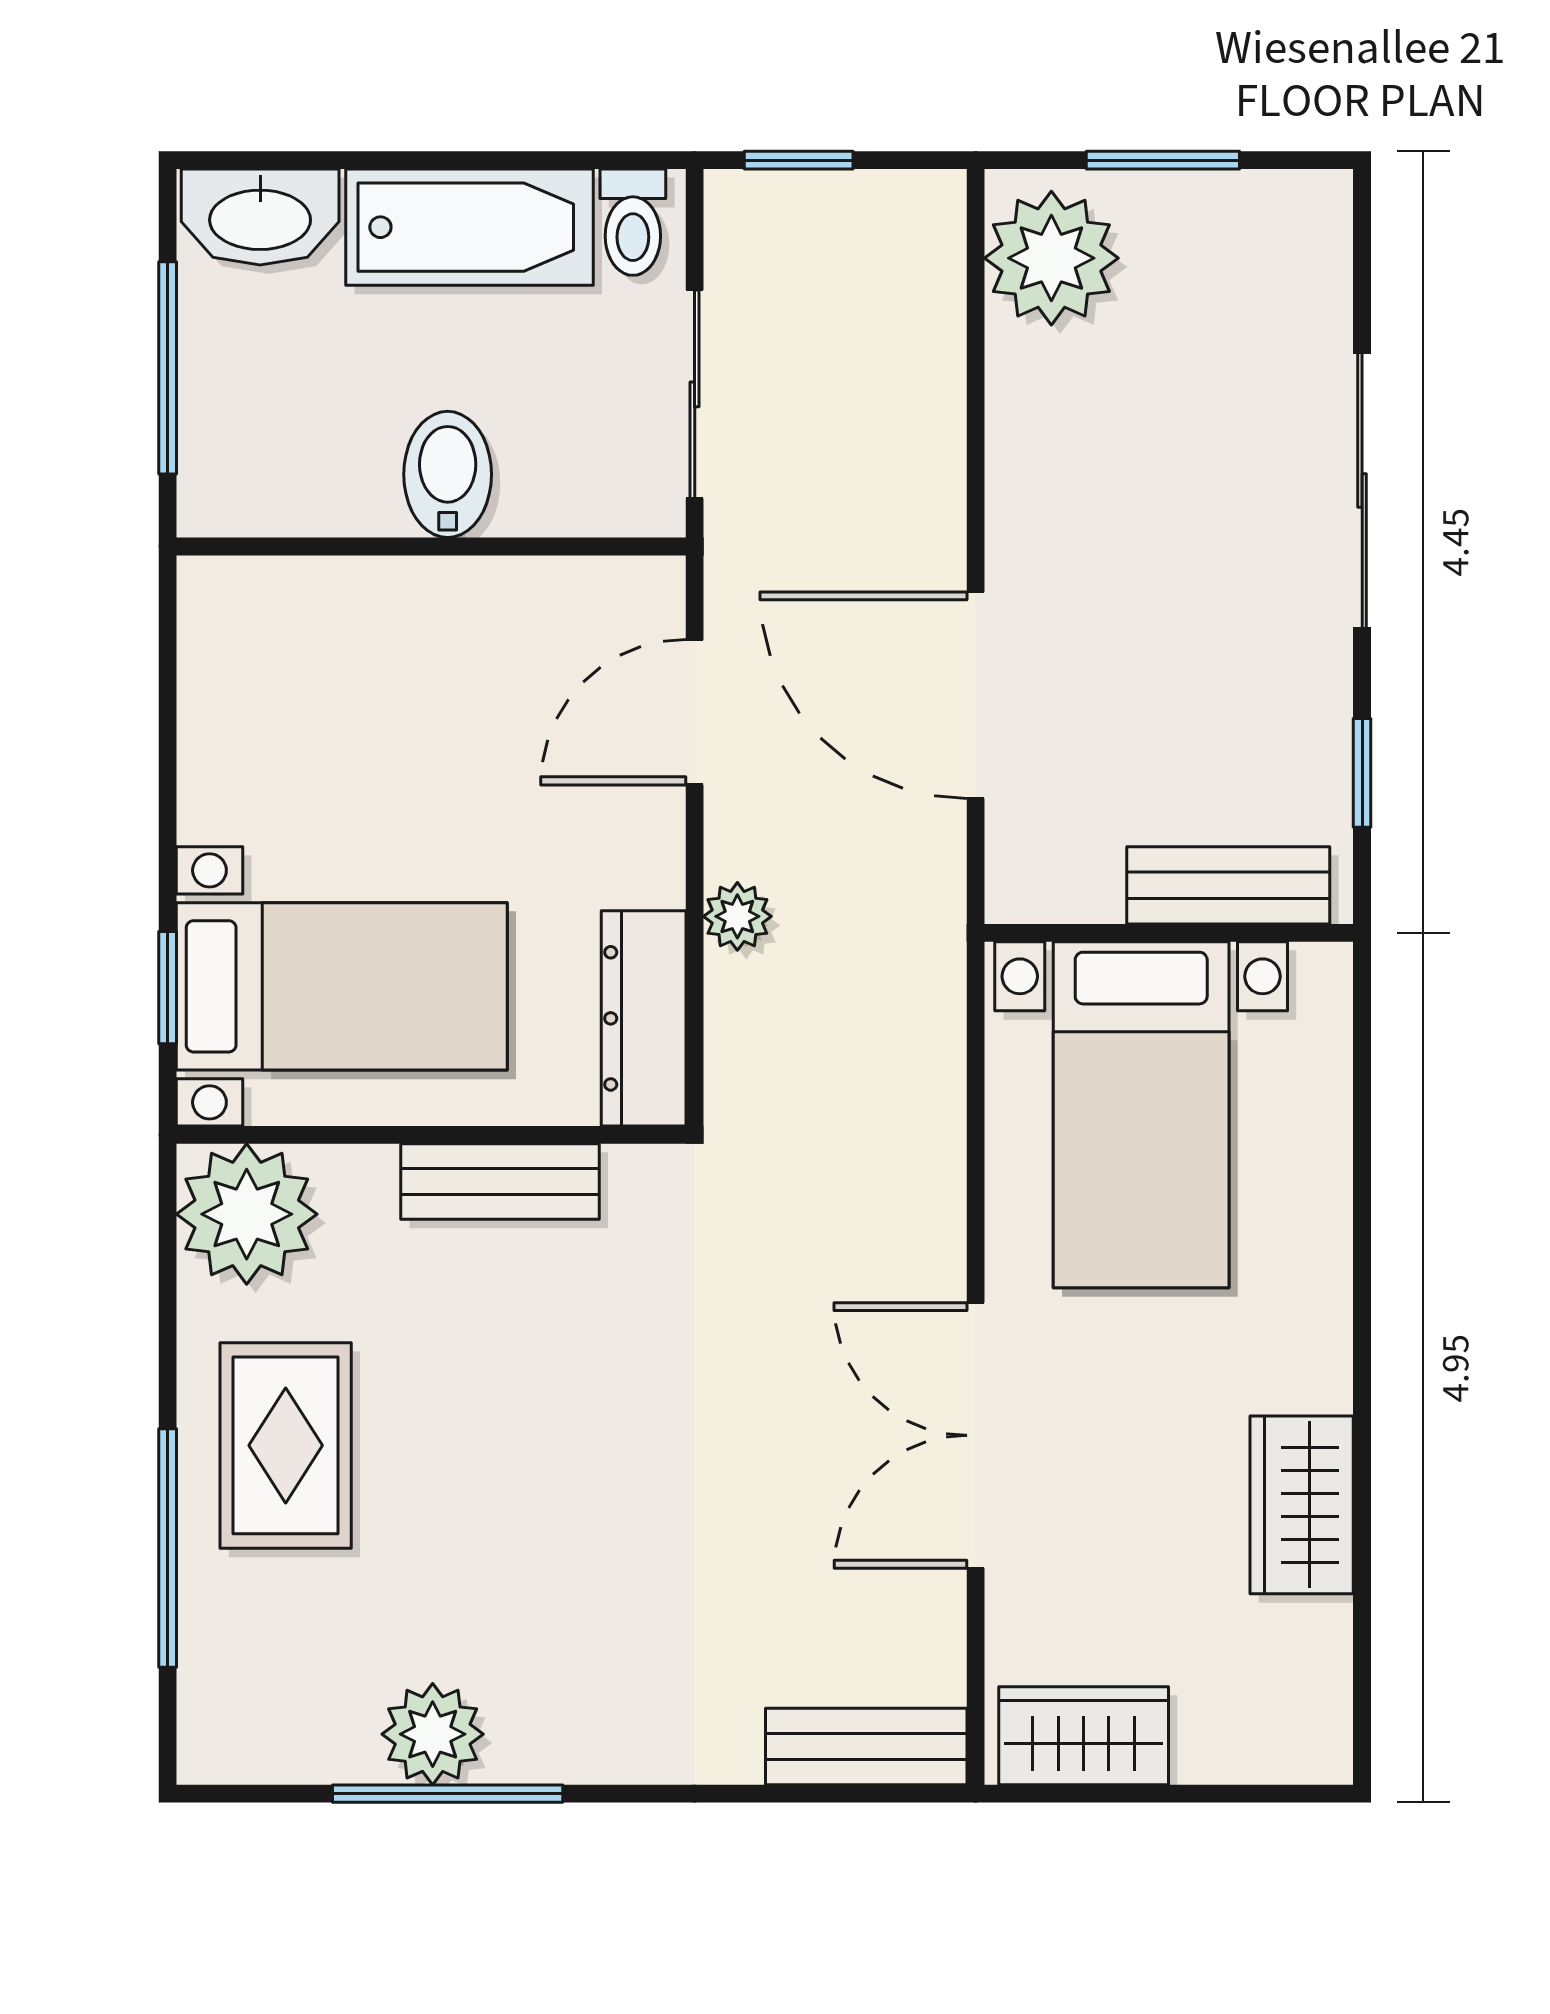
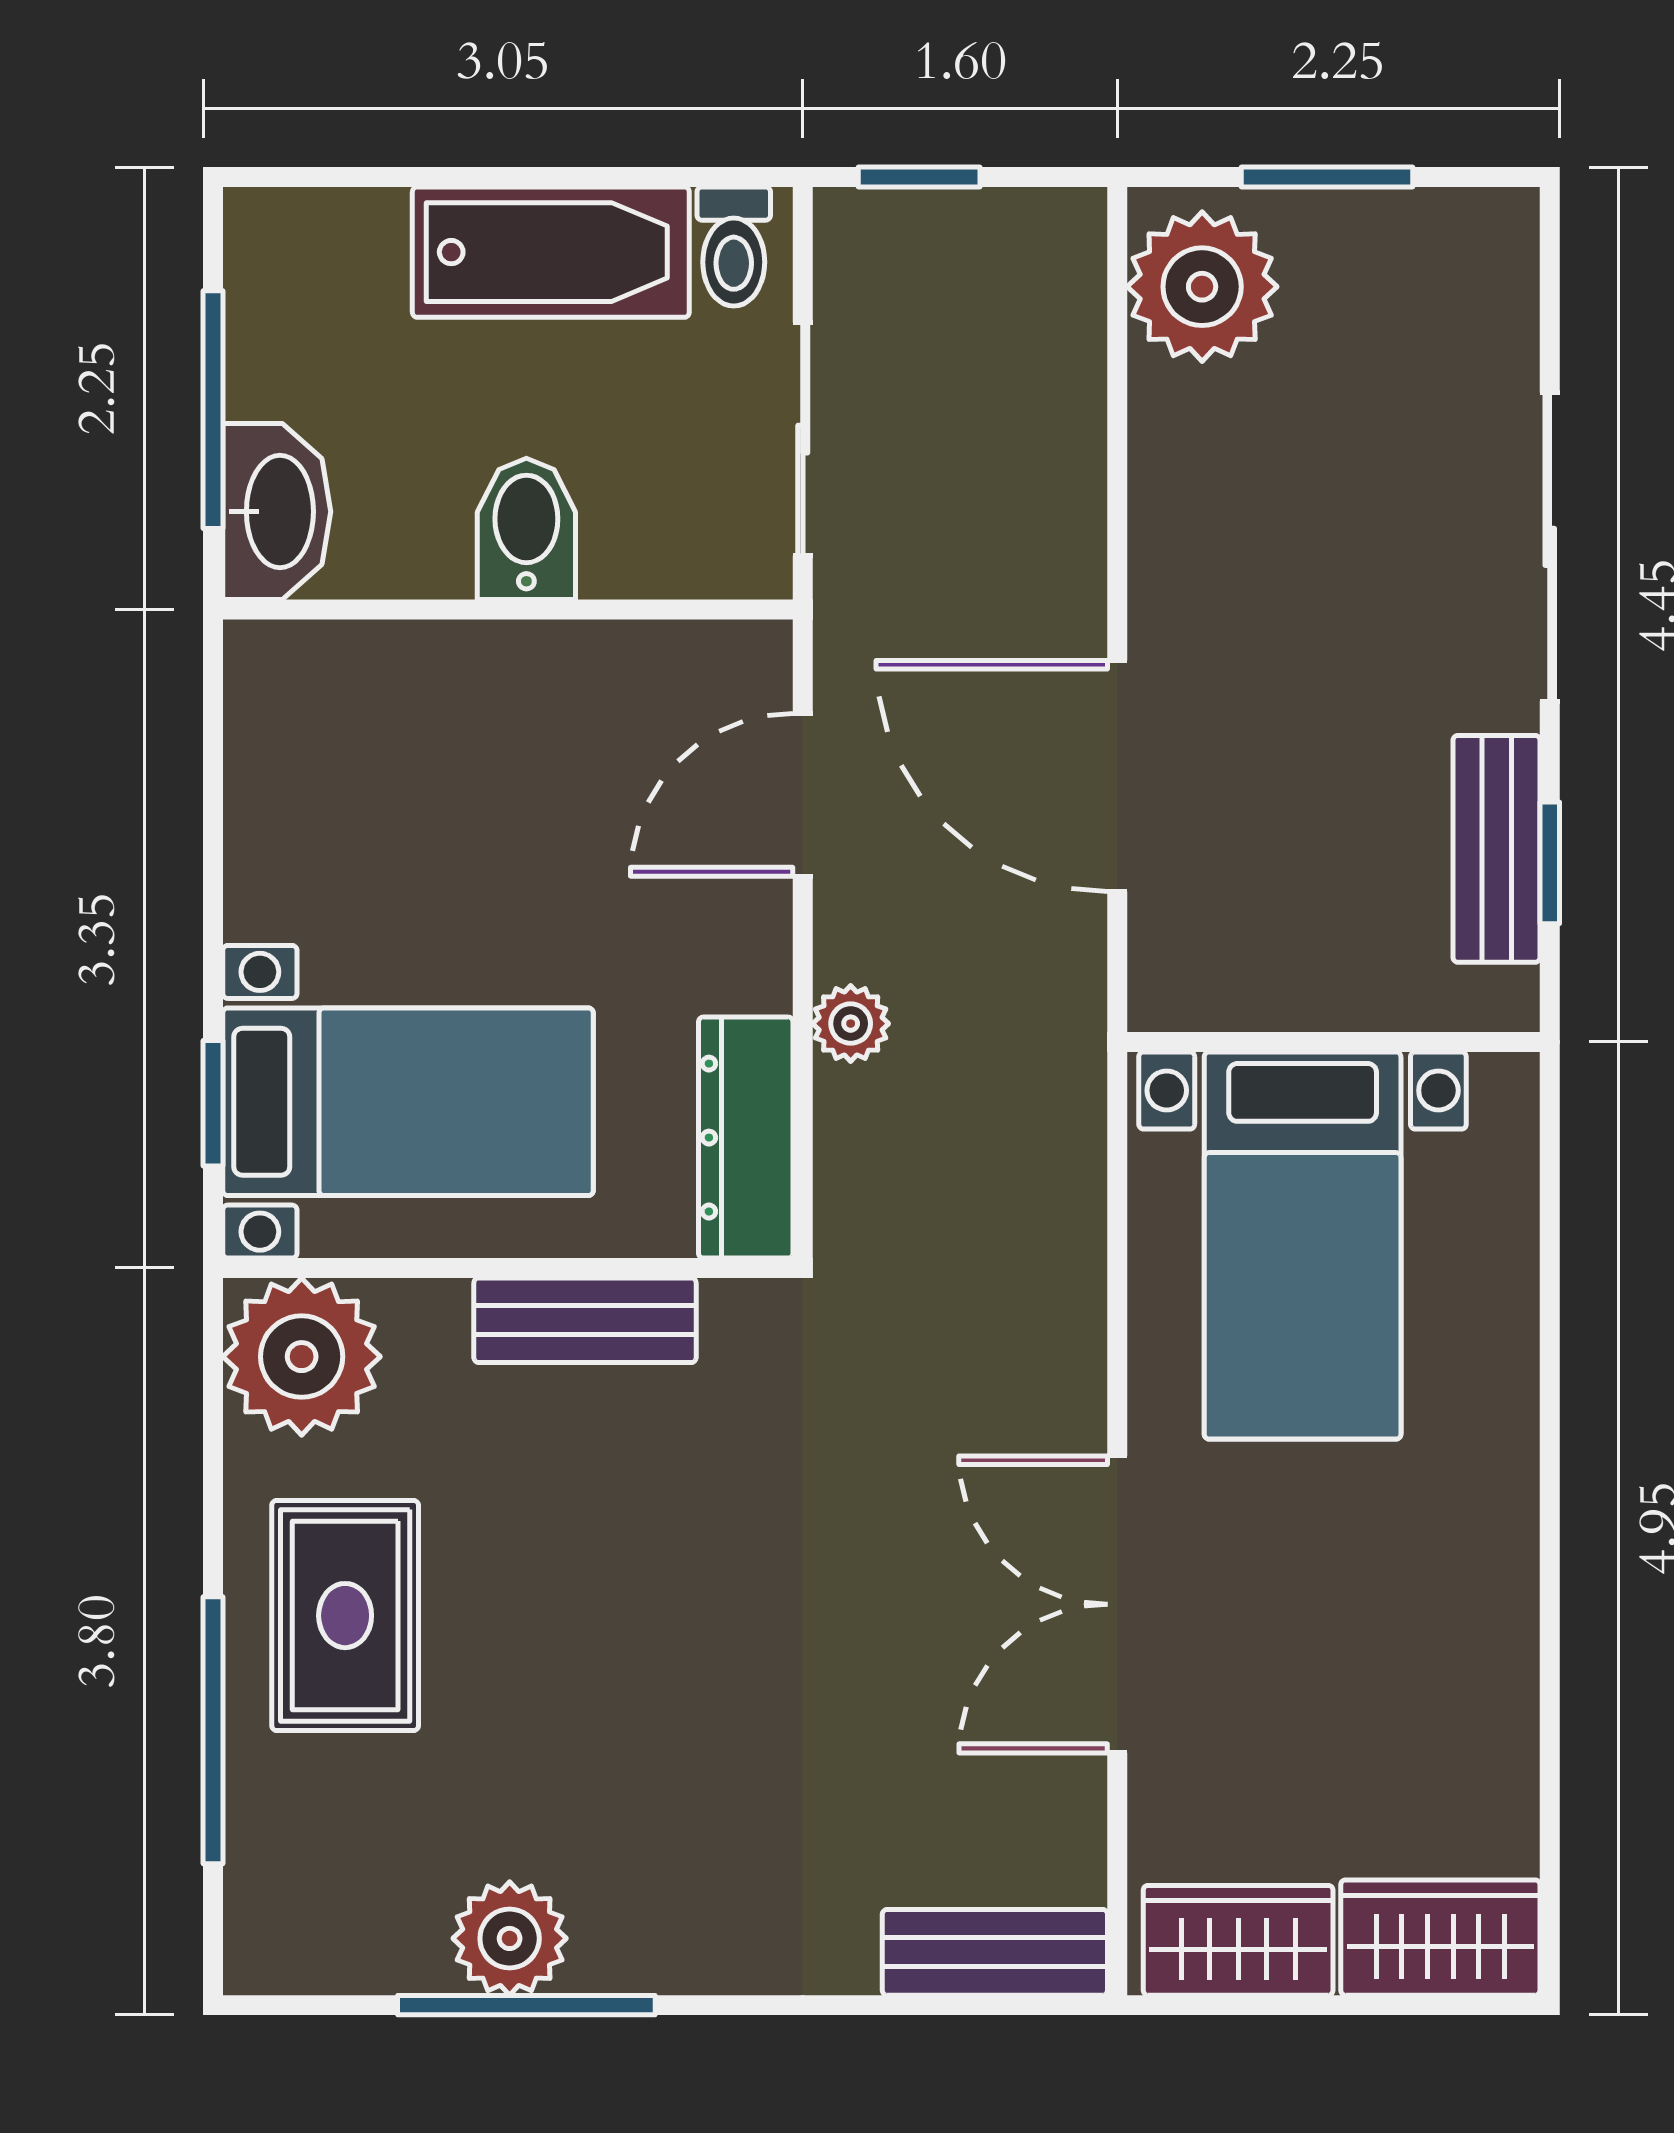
washbasin: (260, 217) -> (277, 512), moved, turned -90
bench: (1228, 885) -> (1497, 849), moved, turned 90
wardrobe: (1302, 1505) -> (1440, 1938), moved, turned 90

